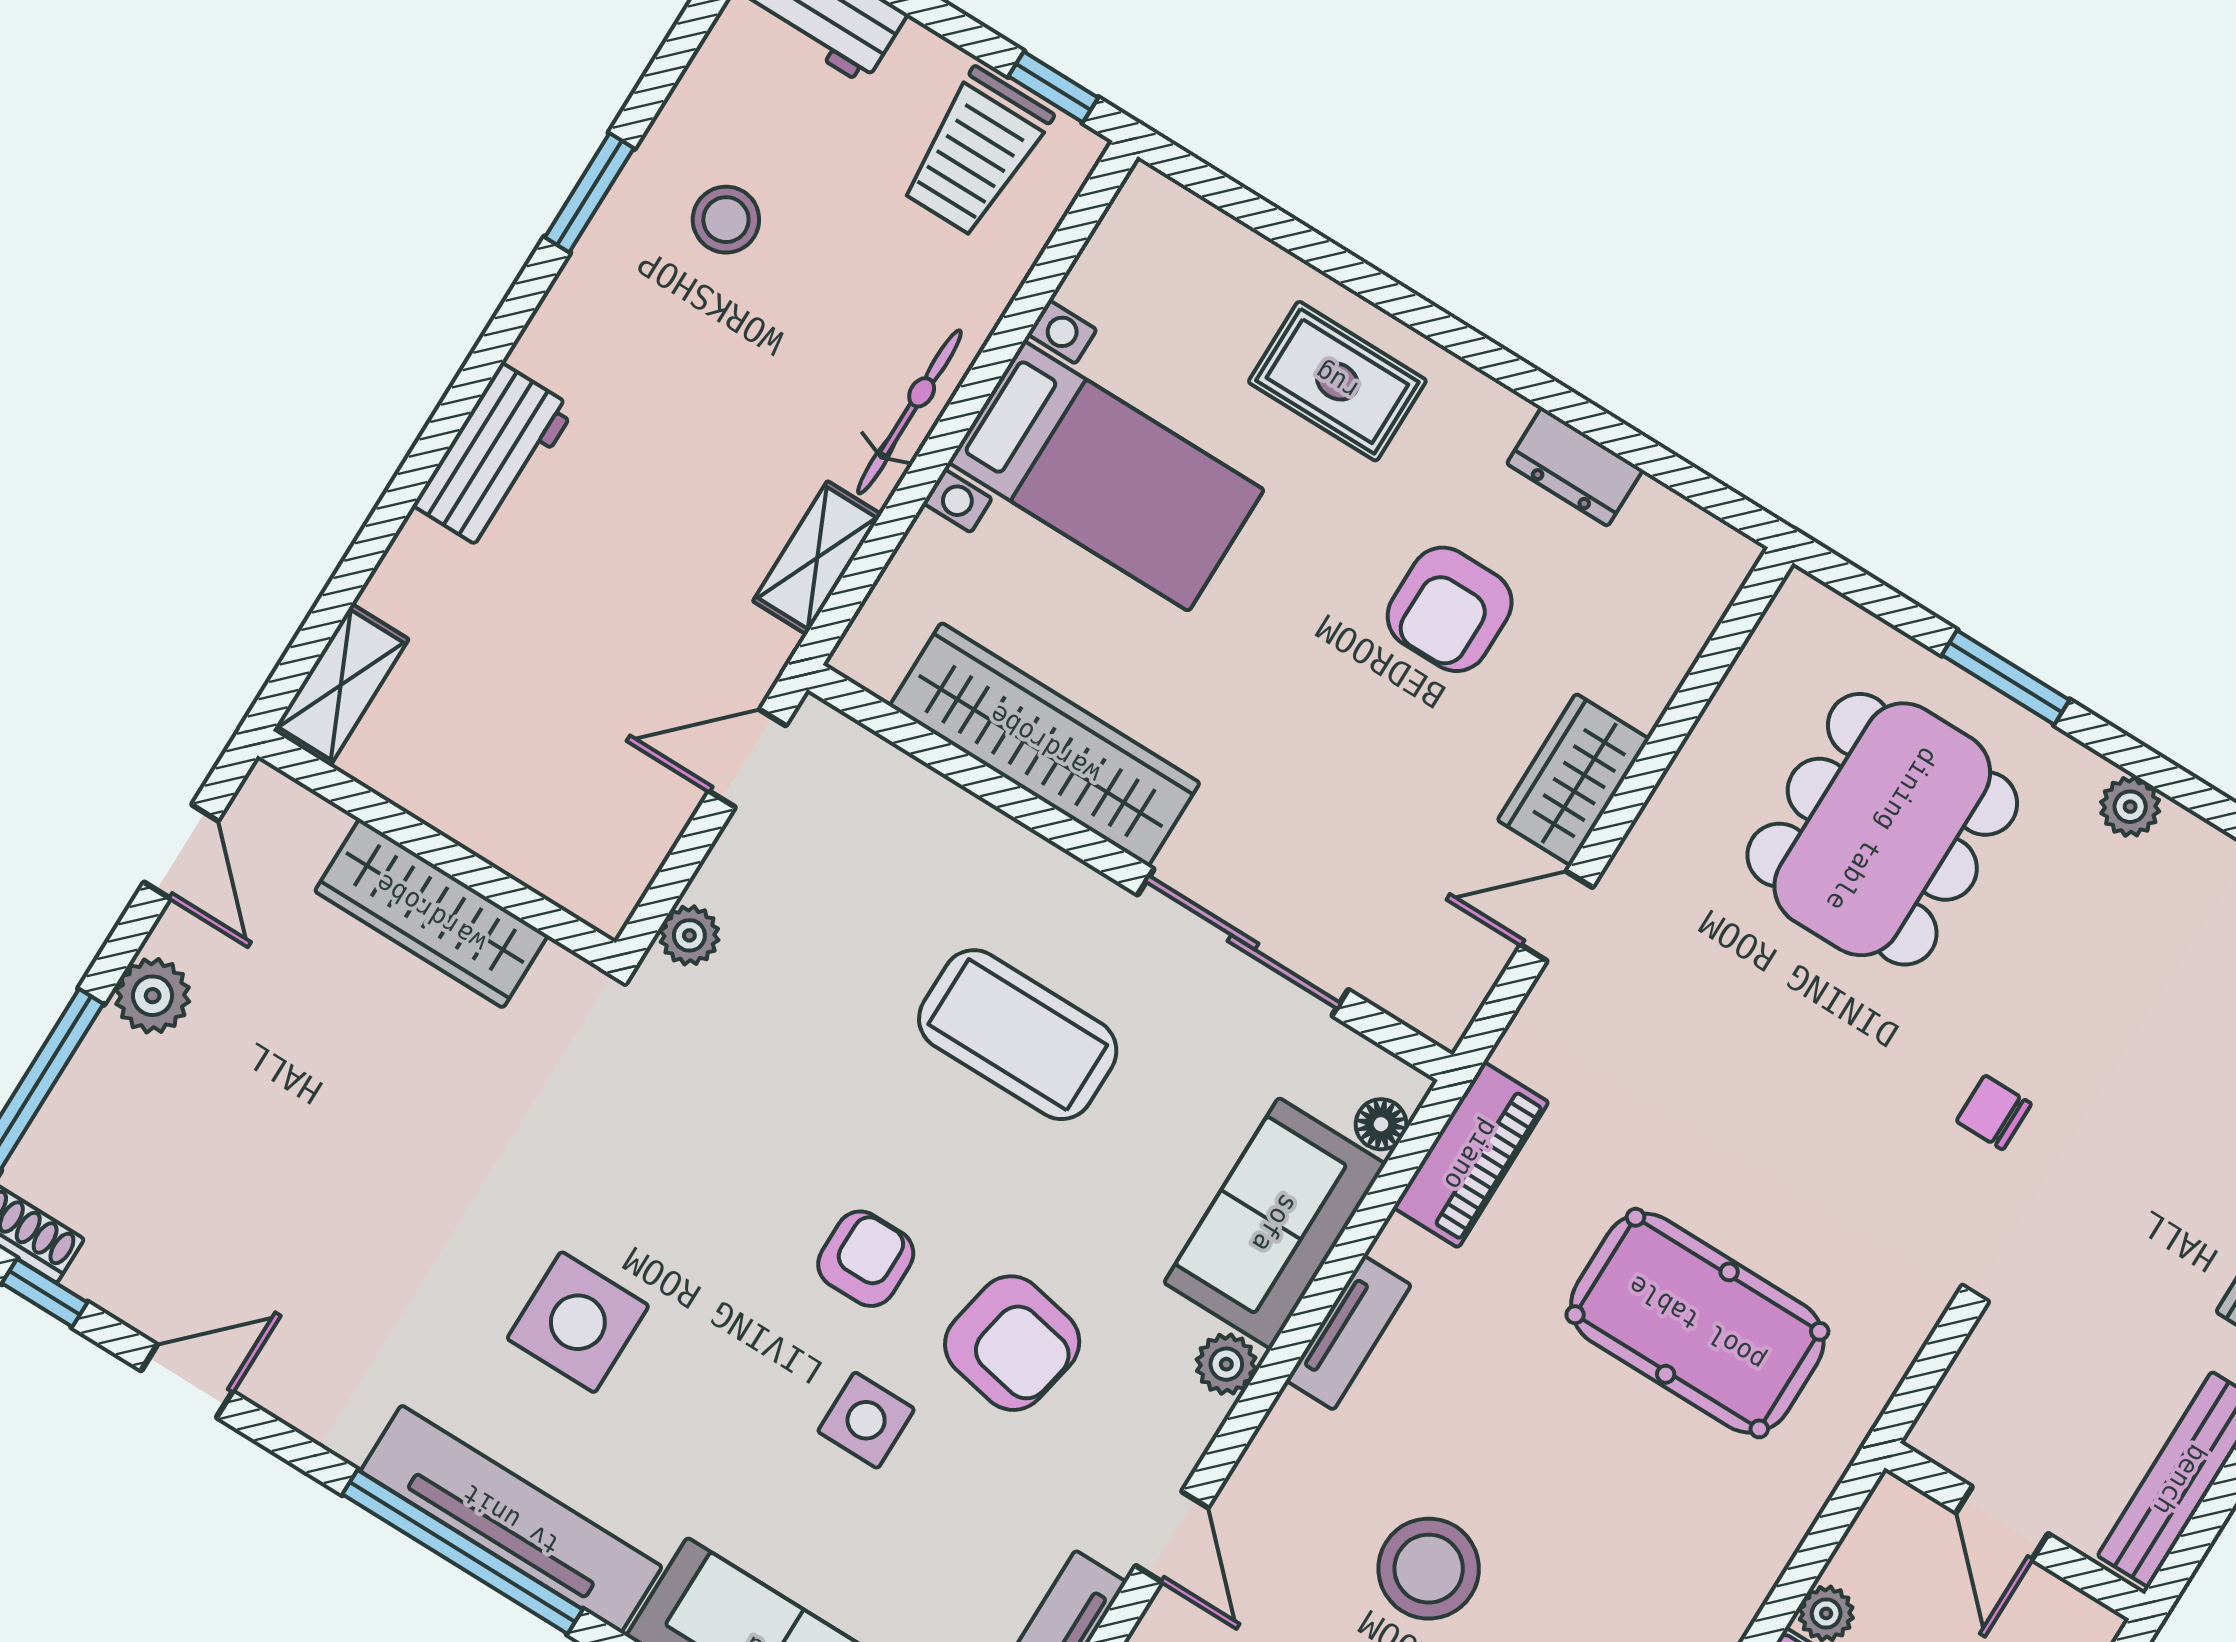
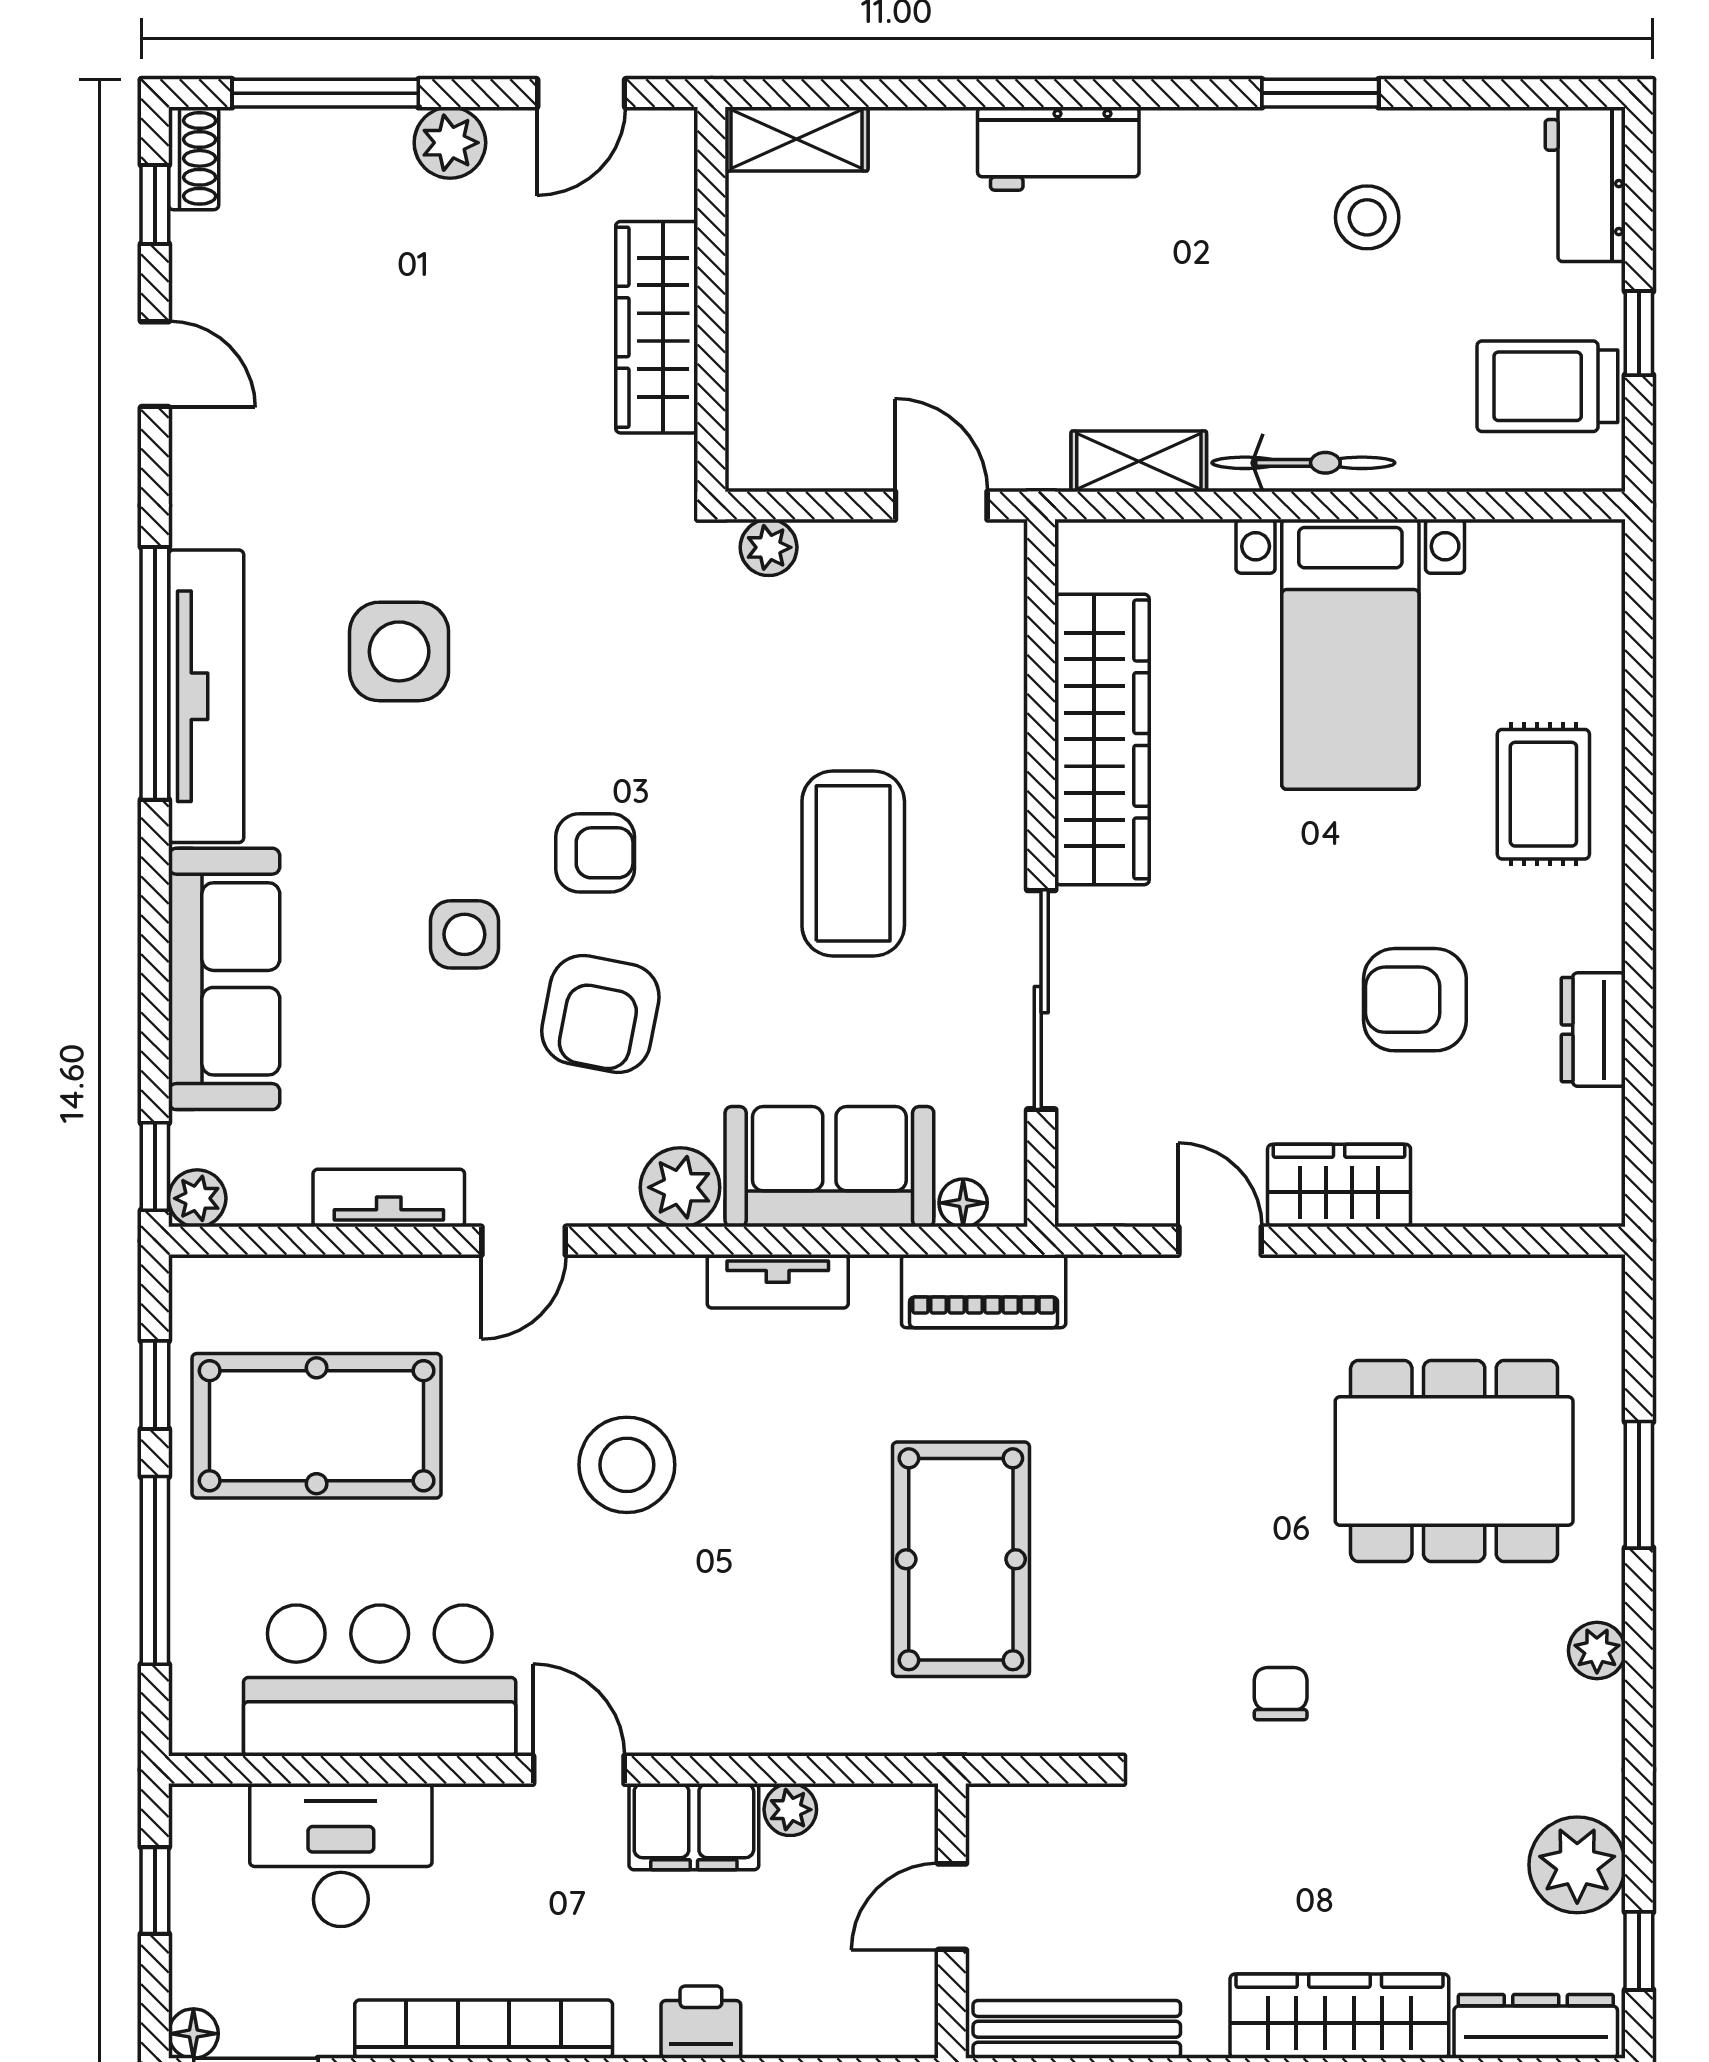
window: (1053, 87) -> (1639, 333), moved
plant: (1226, 1364) -> (680, 1187), width x1.38, depth x1.38

